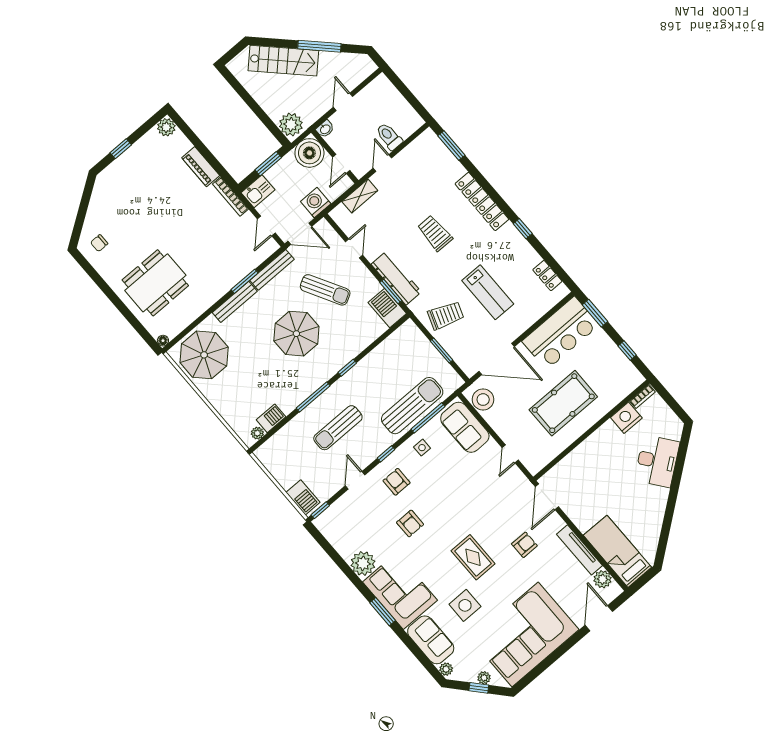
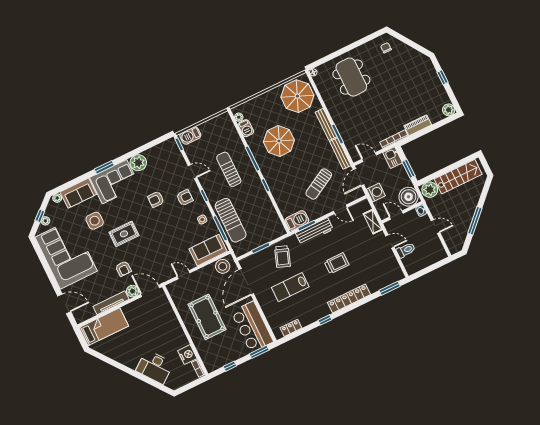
stairs: (283, 61) -> (458, 177), moved, turned -135
parasol: (296, 334) -> (279, 141), moved
plant: (603, 579) -> (133, 291), moved

